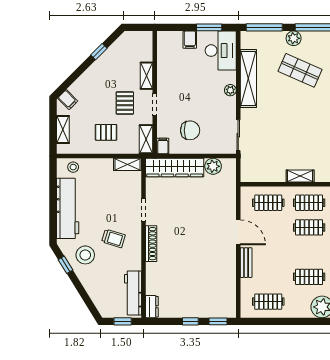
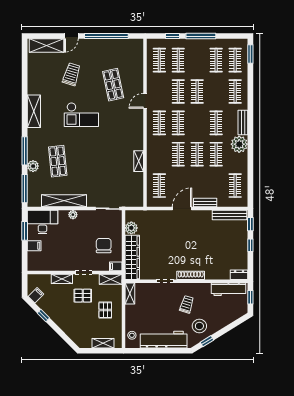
shop shelf: (300, 70) -> (58, 161), turned -30
filing cabinet: (68, 100) -> (36, 295), moved
clothes rail: (309, 203) -> (197, 154), moved
bench: (230, 294) -> (230, 215), added

